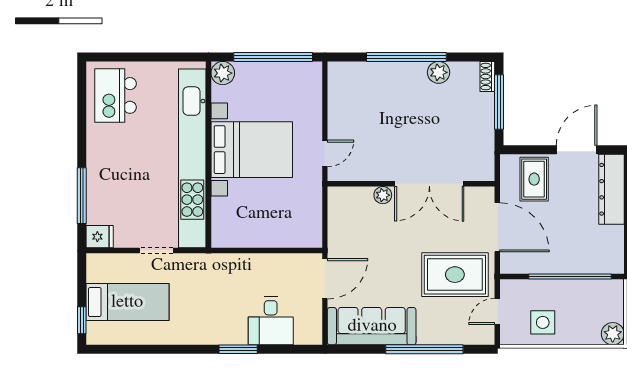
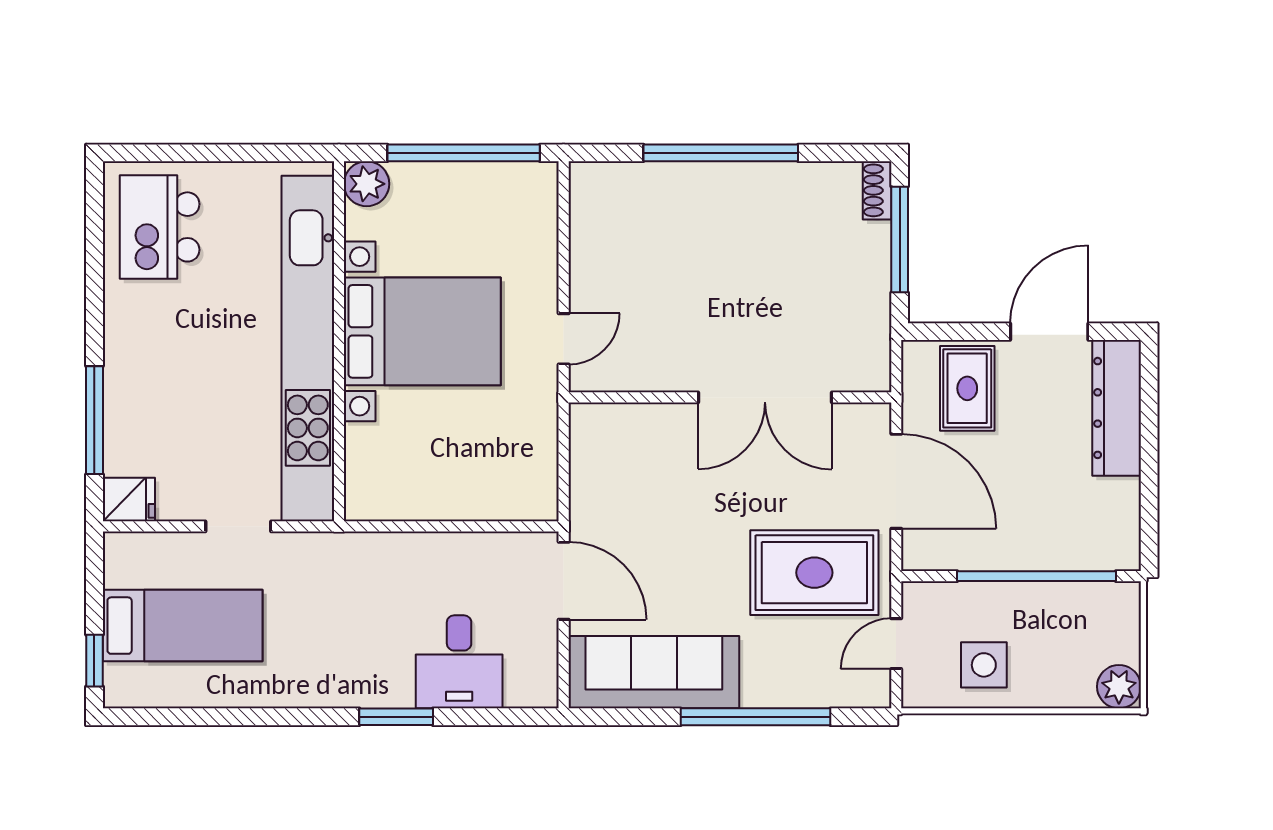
plant: (439, 72) -> (783, 182), removed
plant: (383, 195) -> (675, 419), removed
door: (325, 279) -> (564, 581), hinge flipped

